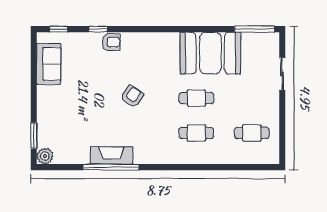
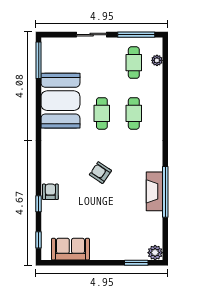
sliding door: (282, 74) -> (92, 35), moved
window: (282, 136) -> (136, 35), added
plant: (254, 158) -> (157, 60), added

